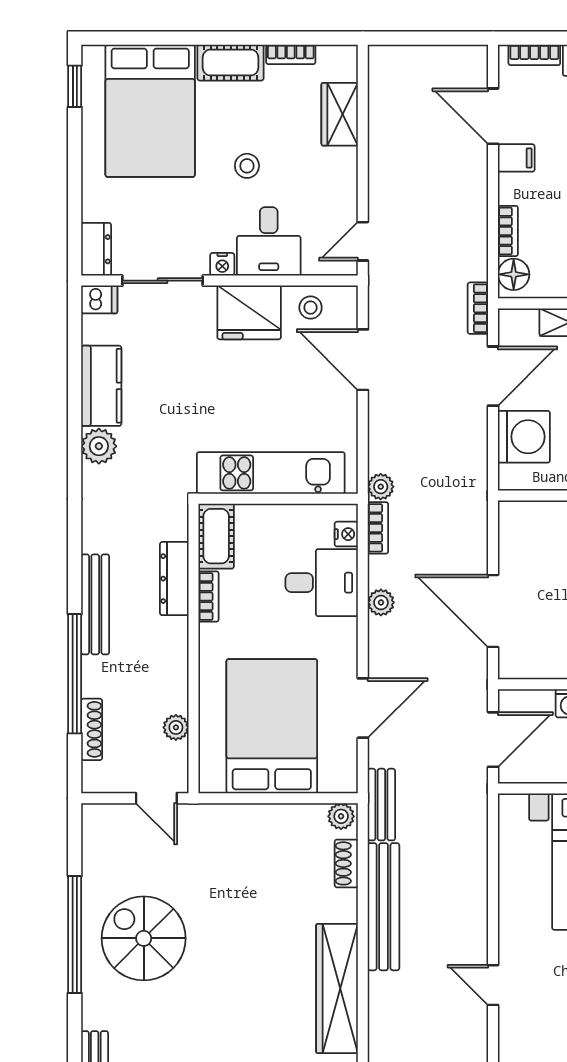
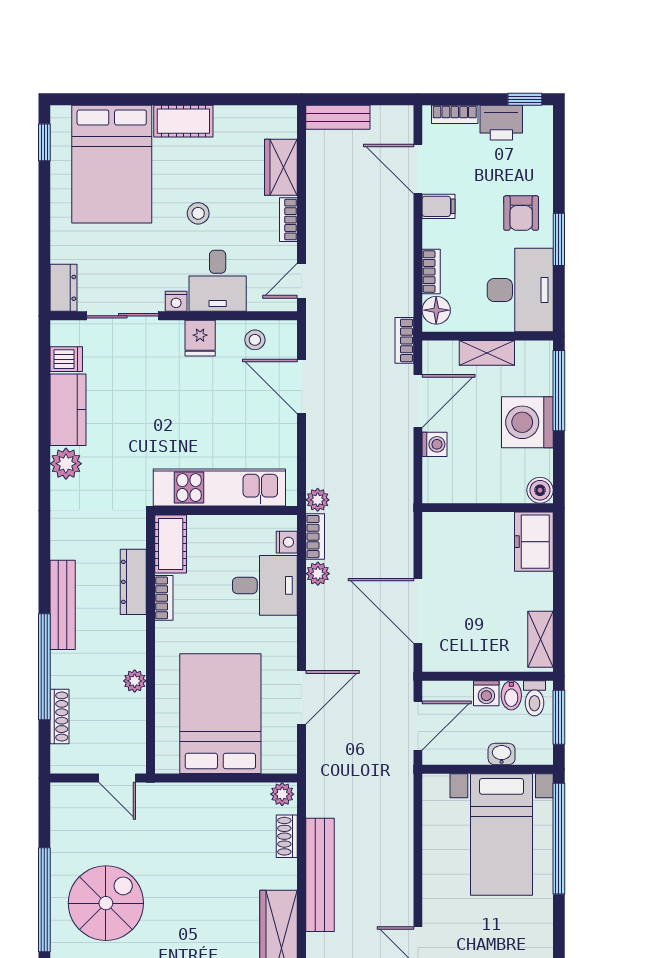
bookcase: (291, 54) -> (288, 220), moved, turned 90
dishwasher: (99, 299) -> (66, 359), moved
fridge: (249, 312) -> (200, 338), width x0.53, depth x0.75
washing machine: (524, 437) -> (434, 444), width x0.53, depth x0.53
plant: (381, 602) -> (318, 574), moved
plant: (176, 727) -> (135, 681), moved
bench: (381, 805) -> (338, 117), moved, turned 90
spiral stairs: (144, 938) -> (106, 903), turned 90

